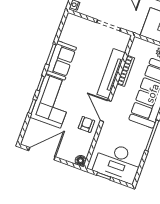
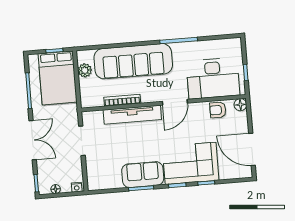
armchair: (86, 124) -> (218, 110), moved
desk: (118, 162) -> (213, 78), moved, turned 90

